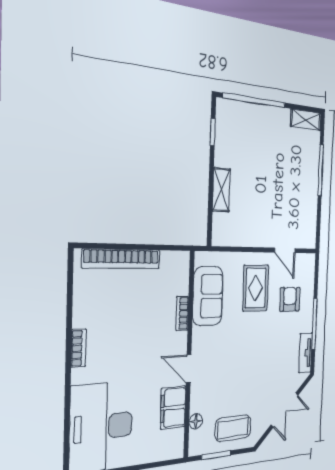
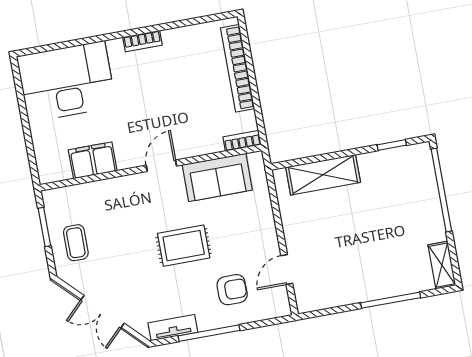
shelving: (221, 190) -> (323, 175), width x1.50, depth x1.33
rug: (256, 288) -> (184, 246), moved
bookcase: (182, 313) -> (242, 141), moved
door: (189, 369) -> (161, 166), moved
floor lamp: (196, 421) -> (80, 192), removed
coffee table: (233, 428) -> (76, 243), width x0.73, depth x0.77

